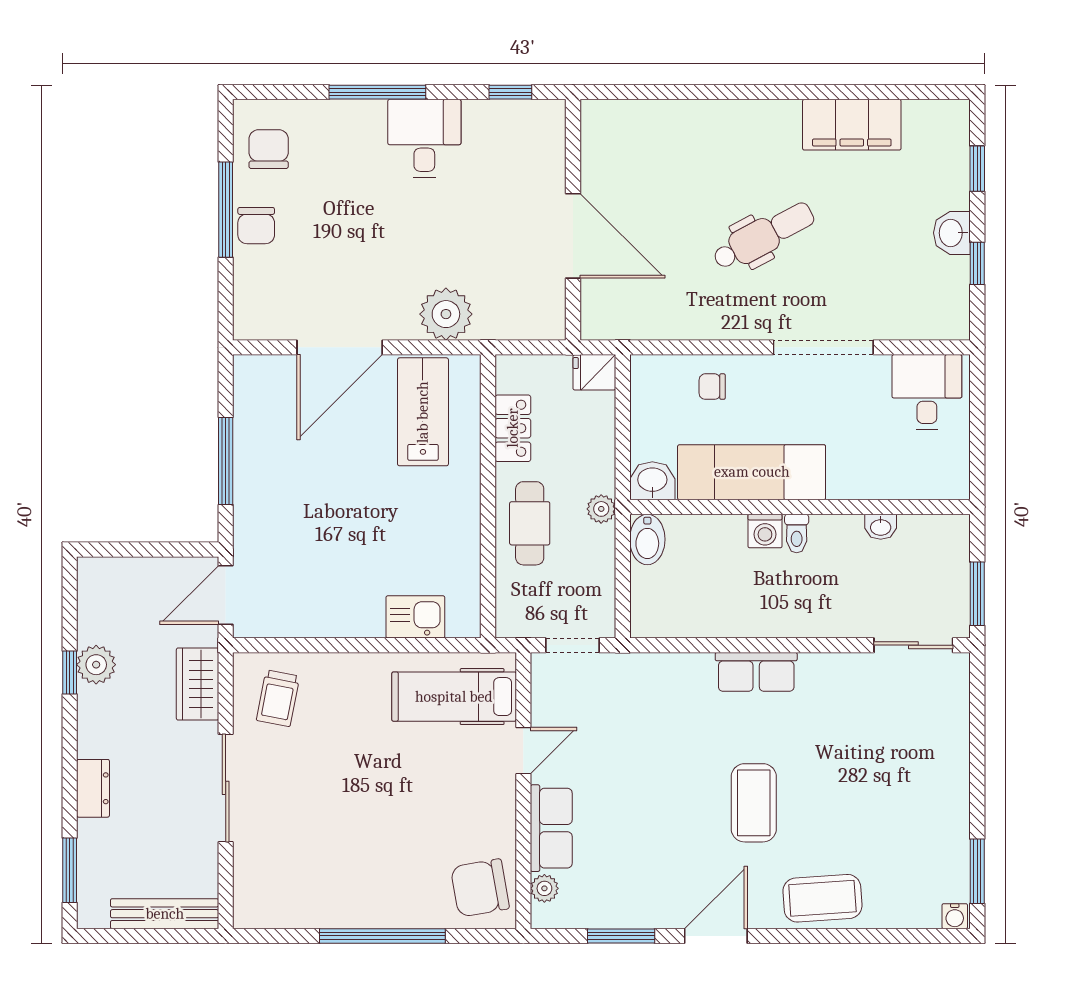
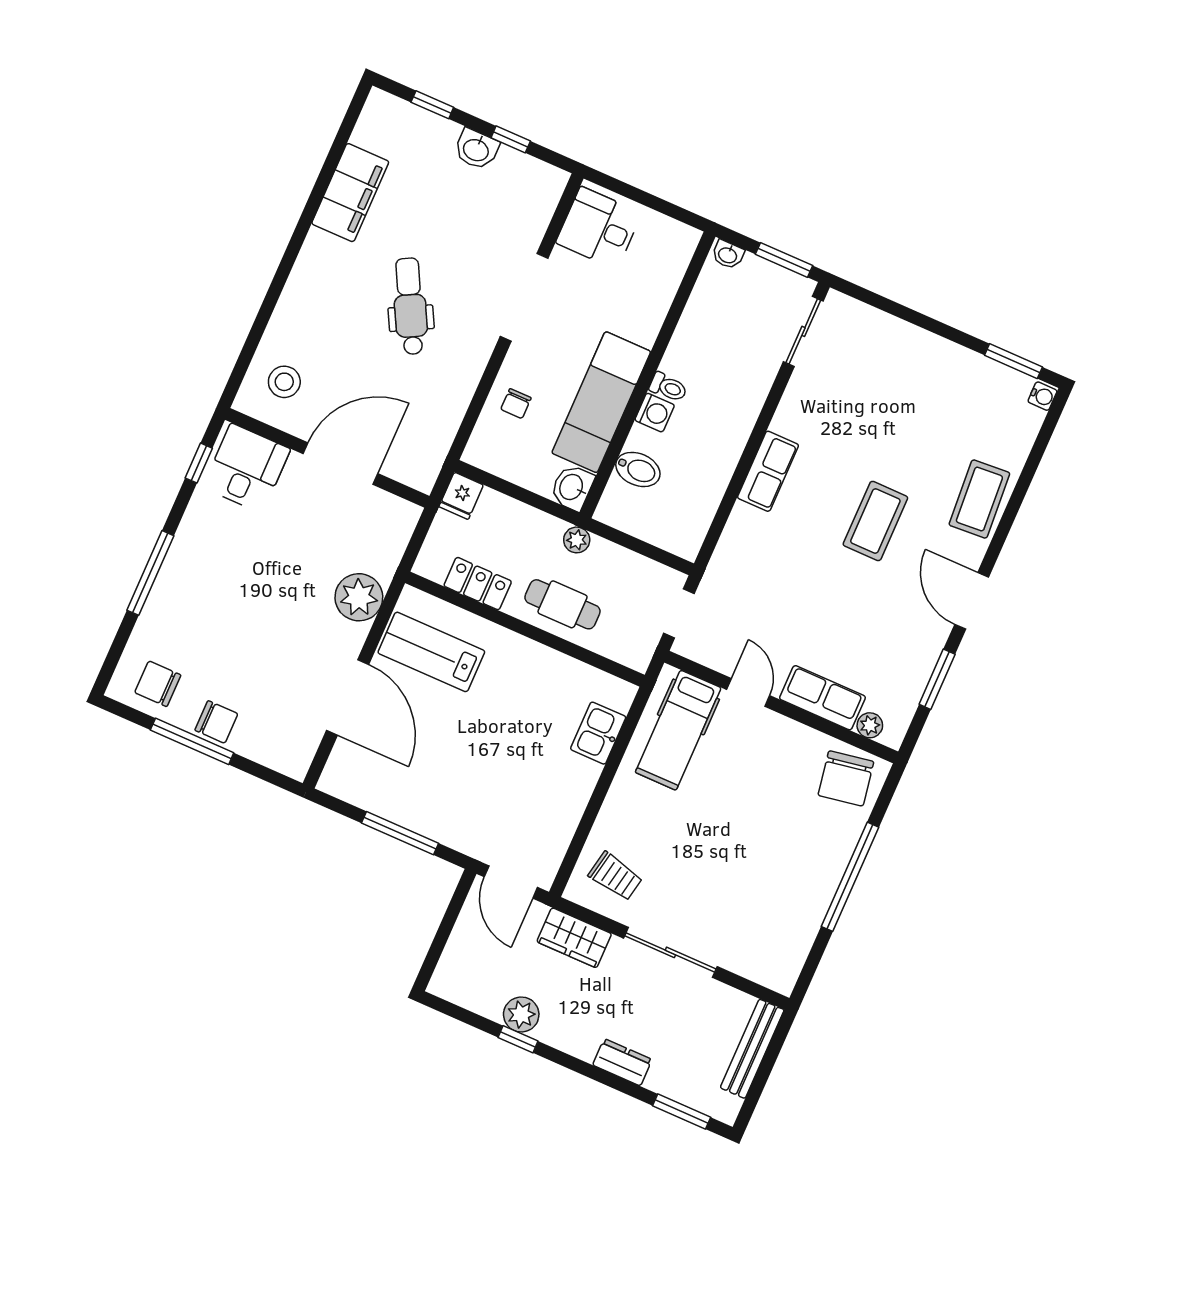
desk: (424, 139) -> (247, 468), moved, turned 90
stool: (631, 142) -> (284, 382), added
washbasin: (881, 527) -> (728, 255), moved, turned 90
bidet: (647, 539) -> (638, 469), moved
coffee table: (754, 803) -> (875, 521), turned 90

